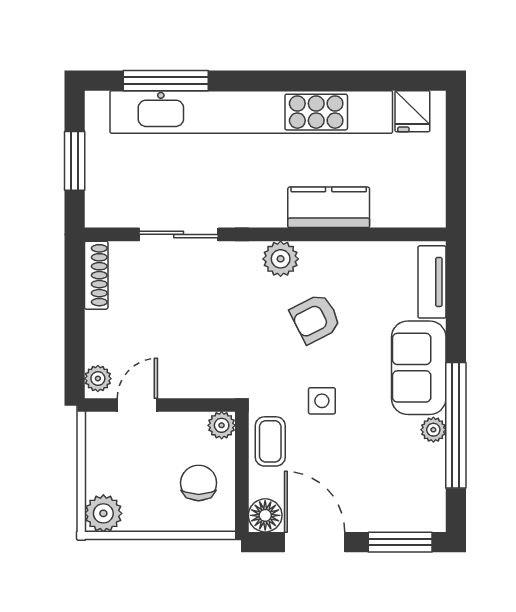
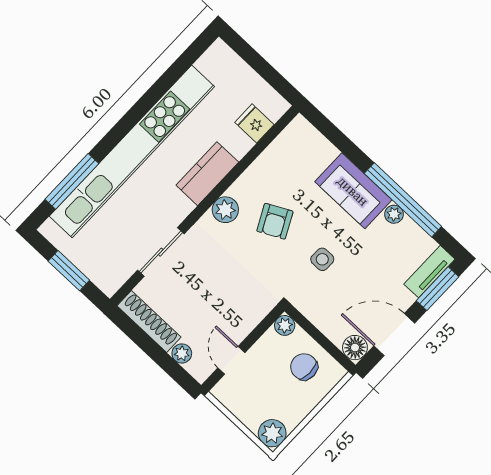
fridge: (412, 111) -> (254, 123), moved, turned 180
kitchen counter: (329, 207) -> (207, 174), moved
shoe rack: (96, 275) -> (149, 321), width x1.36, depth x1.24
tv unit: (432, 282) -> (429, 272), moved, turned 90
plant: (98, 379) -> (182, 353), moved
coffee table: (270, 441) -> (318, 307), removed

